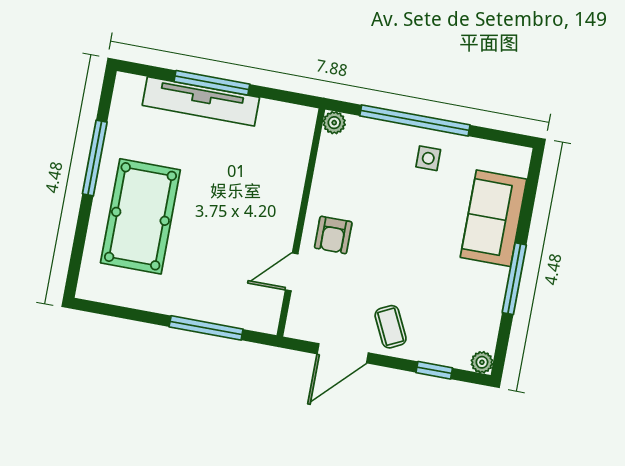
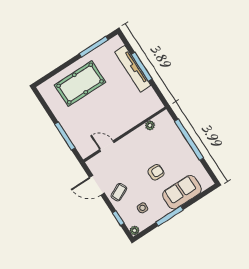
plant: (334, 123) -> (150, 125), moved
window: (95, 158) -> (94, 47), moved
side table: (428, 158) -> (142, 208), moved
armchair: (333, 235) -> (156, 172), moved, turned 180

